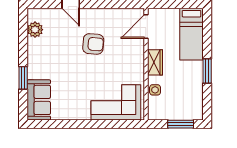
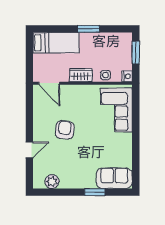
nightstand: (154, 114) -> (127, 76), added

